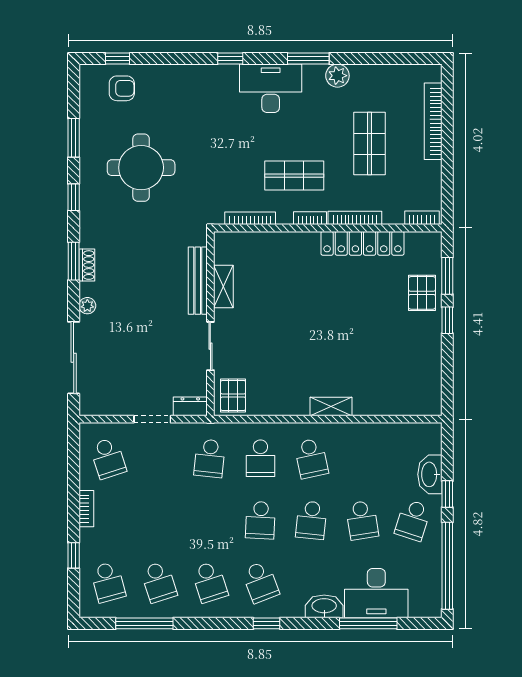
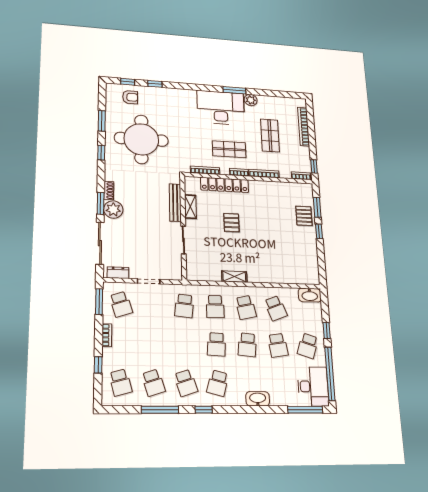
window: (230, 59) -> (155, 84), moved
desk: (271, 88) -> (221, 108), width x1.36, depth x1.30
round table: (141, 168) -> (141, 139), width x1.36, depth x1.36
window: (447, 198) -> (314, 166), added
locker: (362, 243) -> (225, 185), moved
window: (74, 261) -> (101, 203), moved
plant: (87, 306) -> (113, 210), width x1.88, depth x1.88
pallet: (233, 395) -> (231, 223), moved
dresser: (190, 406) -> (118, 273), moved
shelving: (331, 406) -> (234, 277), moved
window: (74, 455) -> (99, 302), added
school desk: (362, 458) -> (276, 308), added
washbasin: (430, 474) -> (310, 295), moved, turned -90
school desk: (260, 582) -> (218, 383), turned 36
desk: (376, 593) -> (313, 386), moved, turned -90
window: (144, 623) -> (160, 410), moved
window: (267, 623) -> (204, 410), moved
window: (368, 623) -> (305, 410), moved

